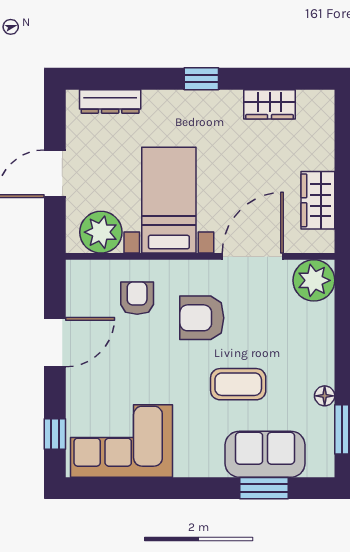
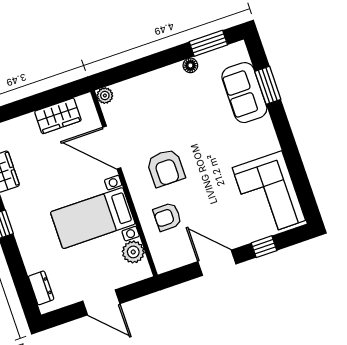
dresser: (110, 101) -> (41, 288), width x0.70
plant: (101, 232) -> (133, 252), width x0.73, depth x0.73
plant: (314, 280) -> (105, 96), width x0.53, depth x0.53
coffee table: (238, 384) -> (203, 127), removed
window: (55, 434) -> (264, 247), moved

